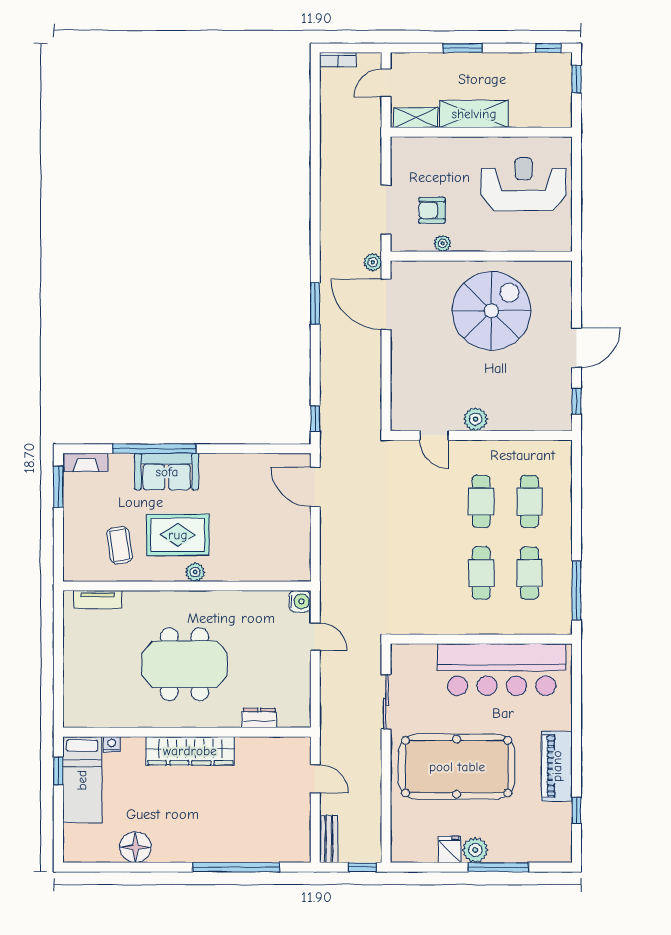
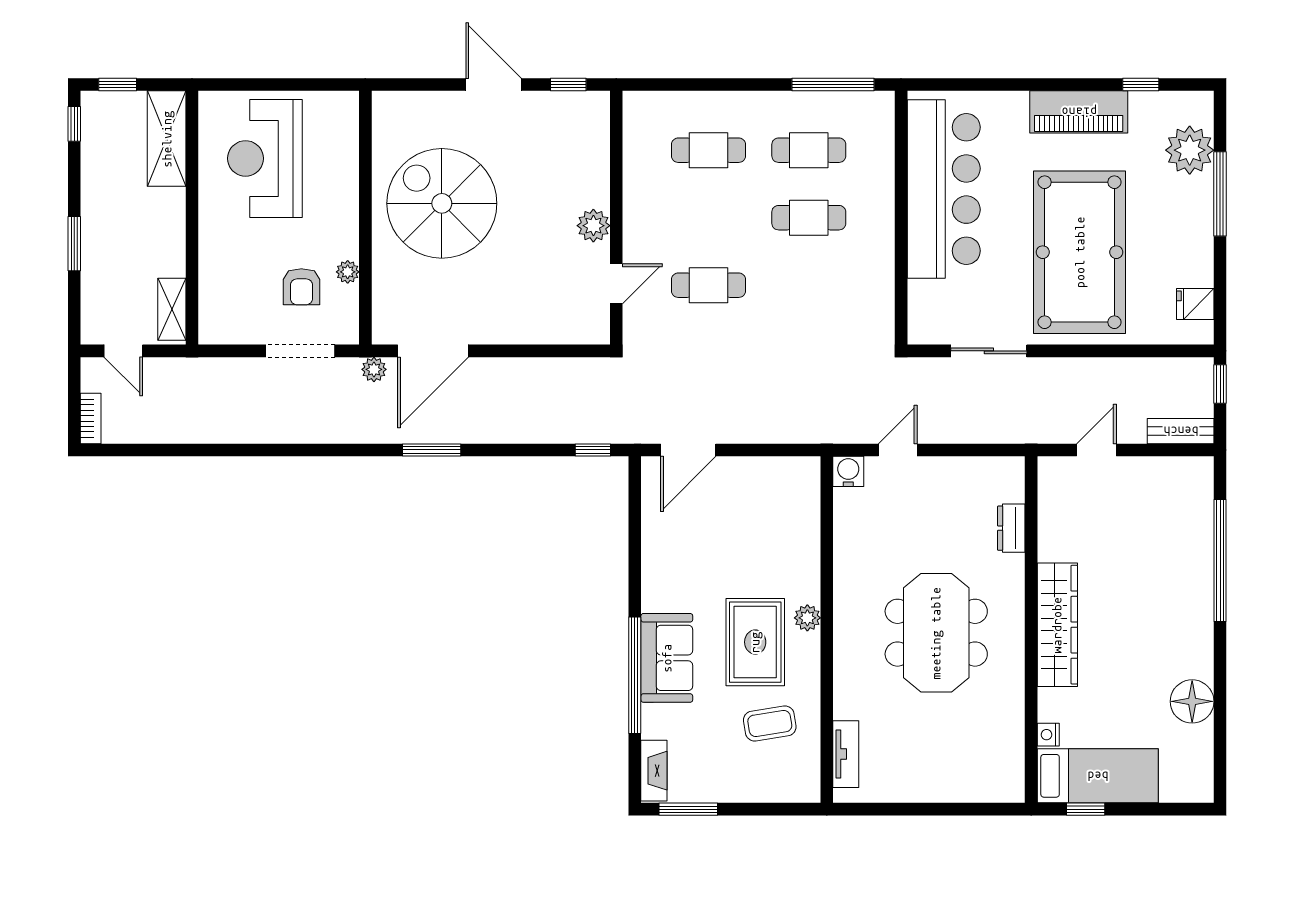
shelving: (474, 114) -> (167, 139), moved
cafe table: (481, 501) -> (708, 285), moved
fridge: (450, 849) -> (1195, 304), moved
plant: (475, 850) -> (1190, 150), moved, width x1.36, depth x1.36

